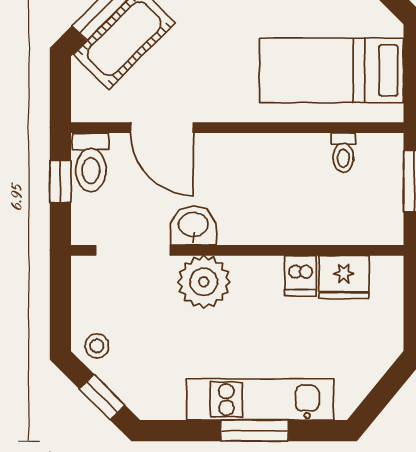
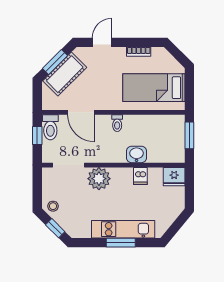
toilet: (343, 153) -> (117, 123), moved
washbasin: (193, 226) -> (137, 154), moved
fridge: (344, 277) -> (174, 177), moved

